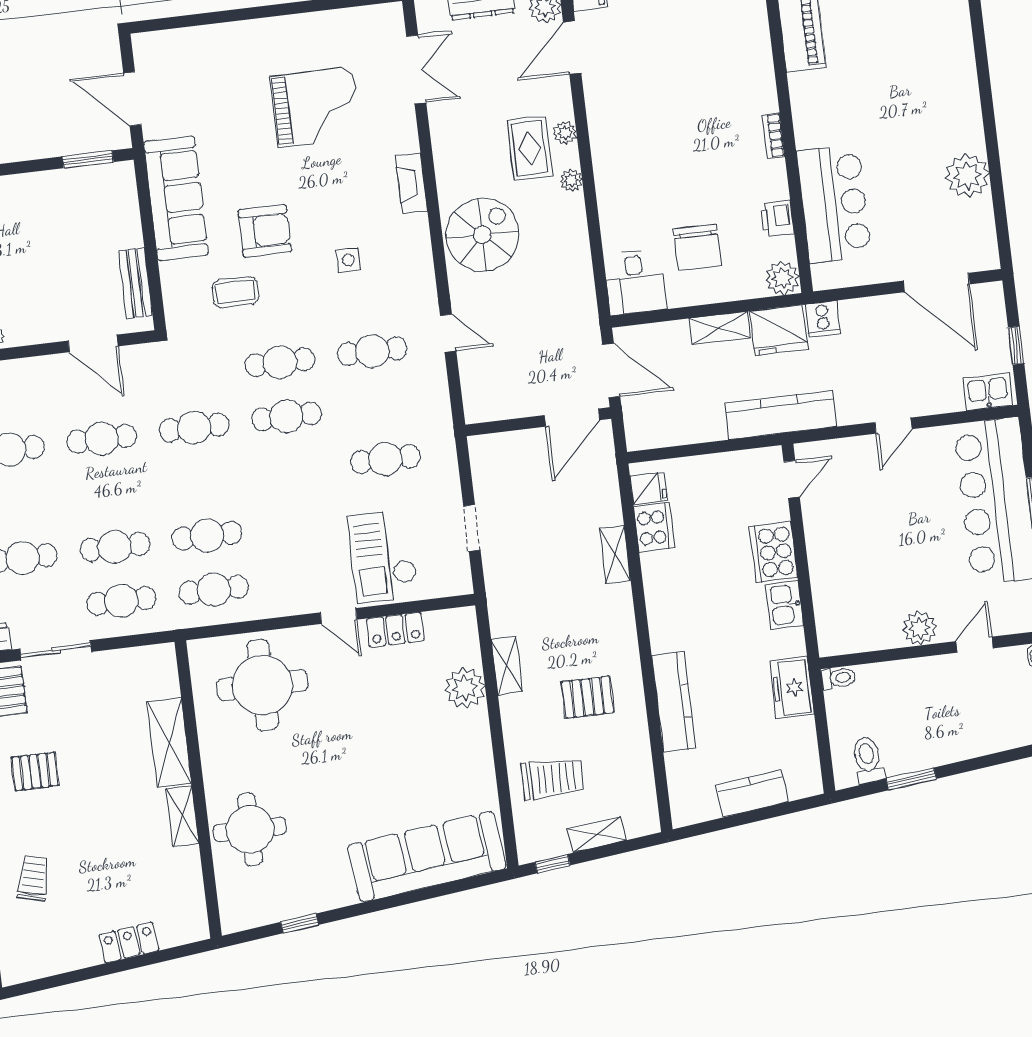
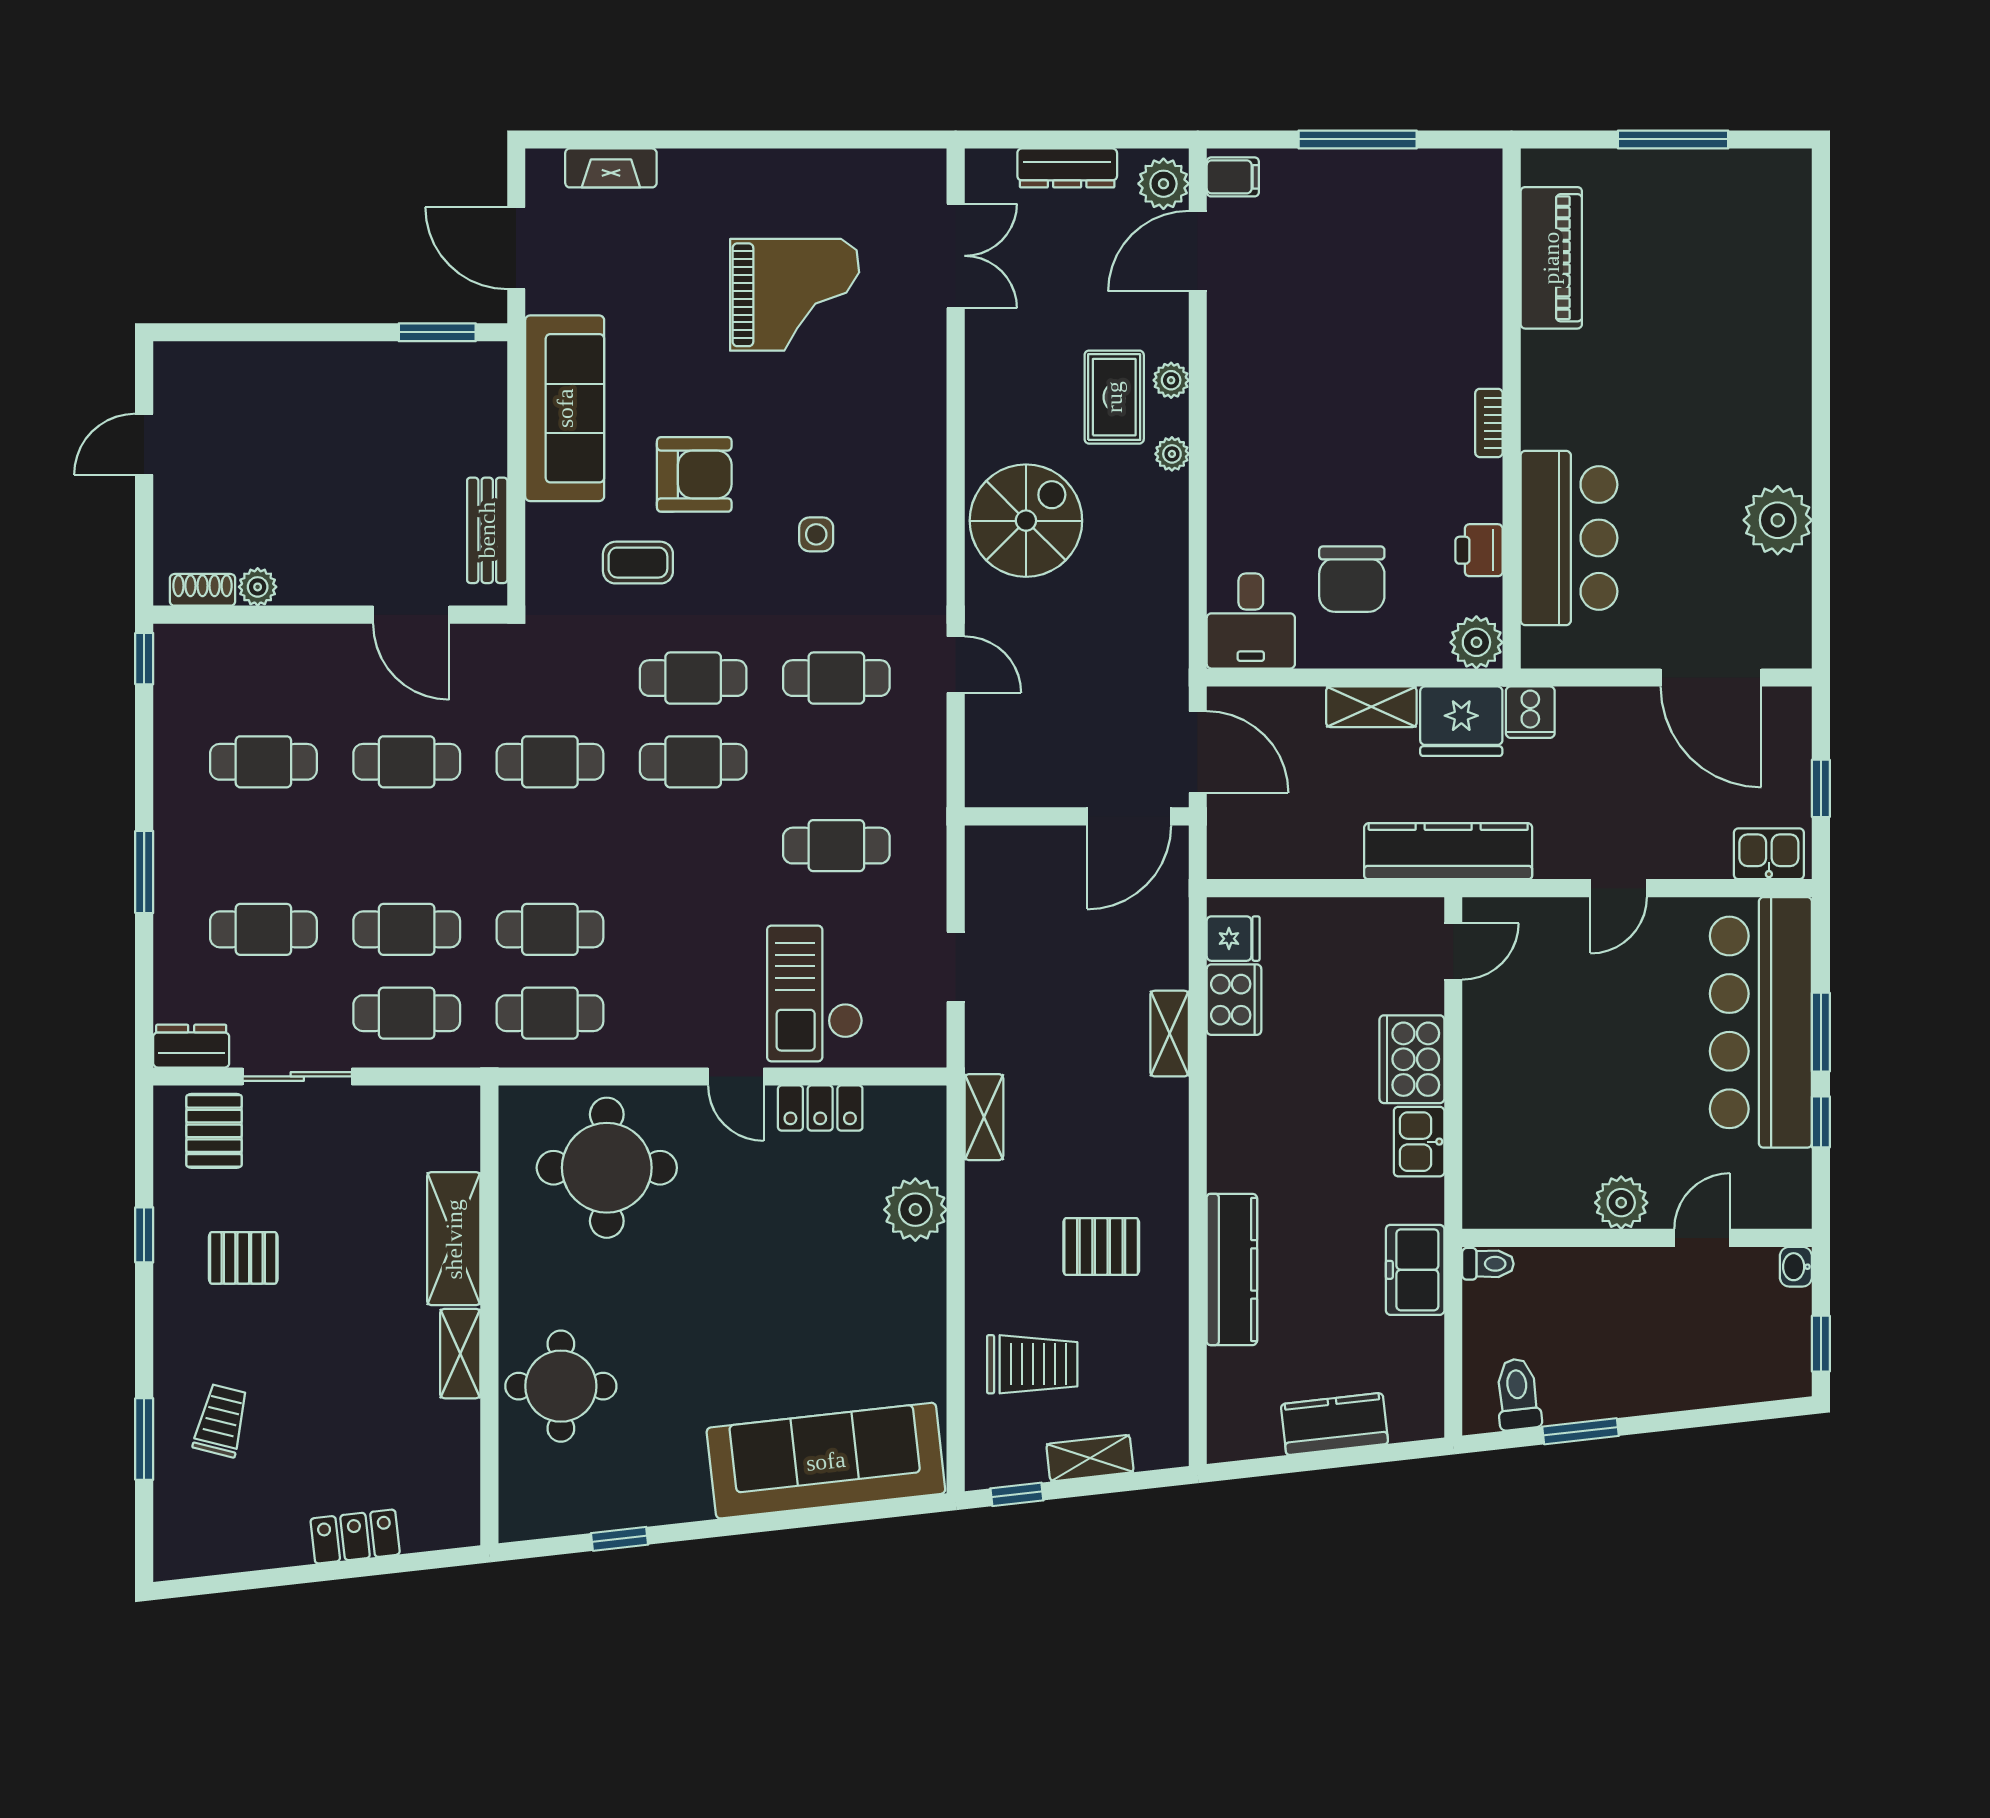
fireplace: (411, 183) -> (611, 168), moved, turned -90
shelving: (507, 666) -> (984, 1117), moved

